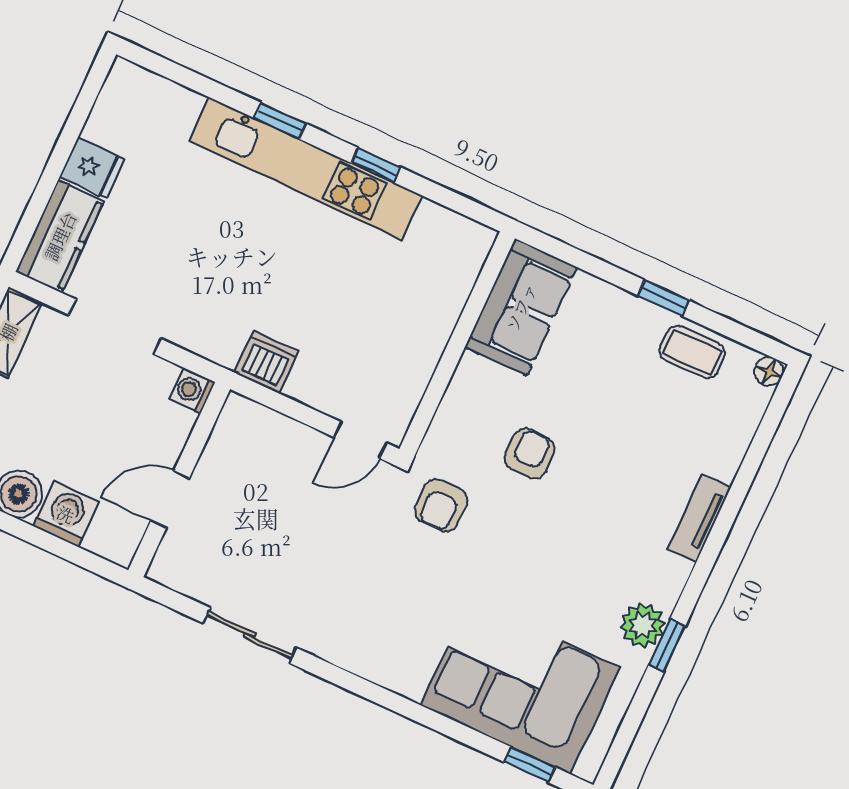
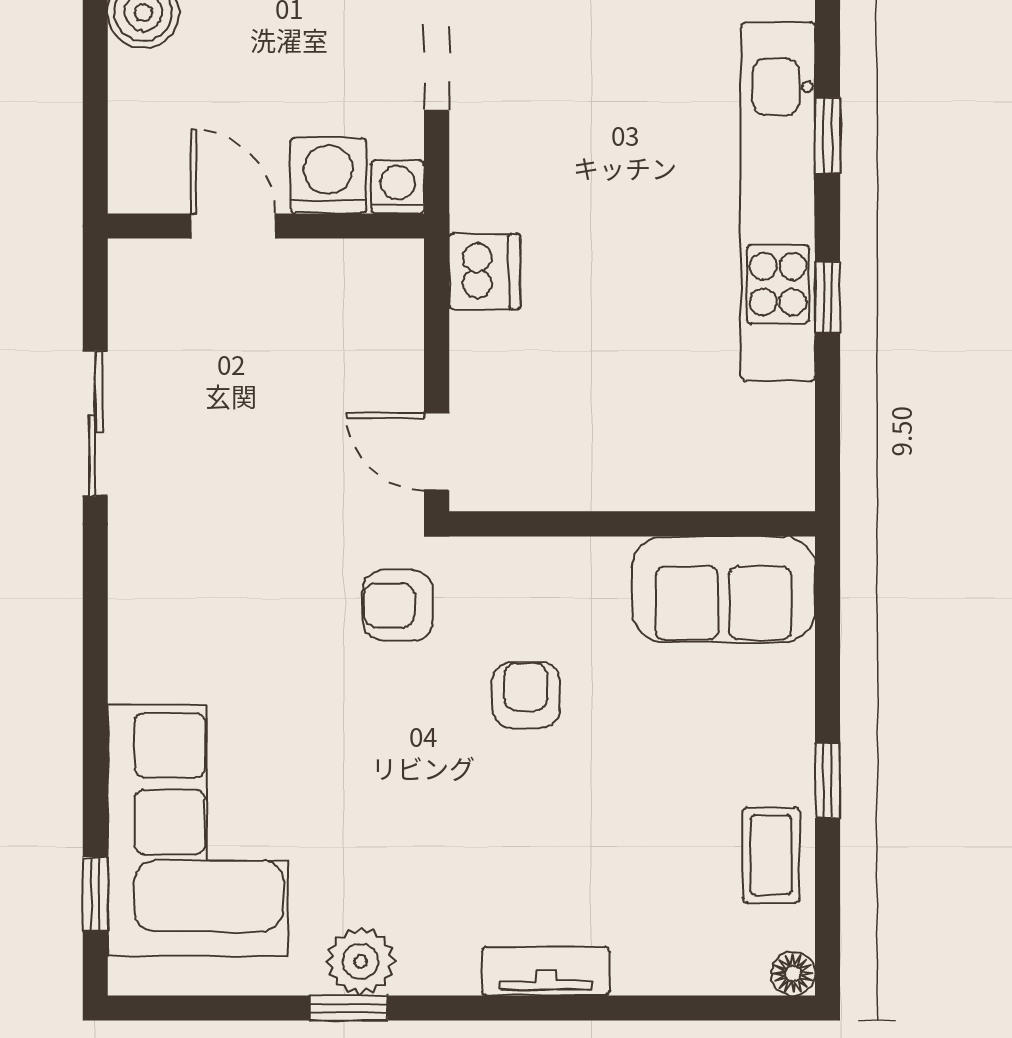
armchair: (530, 454) -> (526, 695), turned -90
washing machine: (66, 514) -> (328, 176), moved, turned -90

